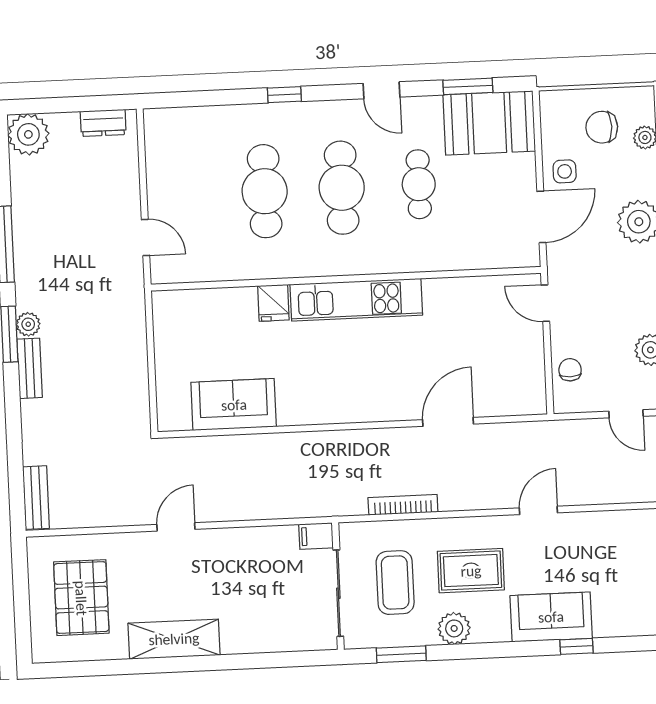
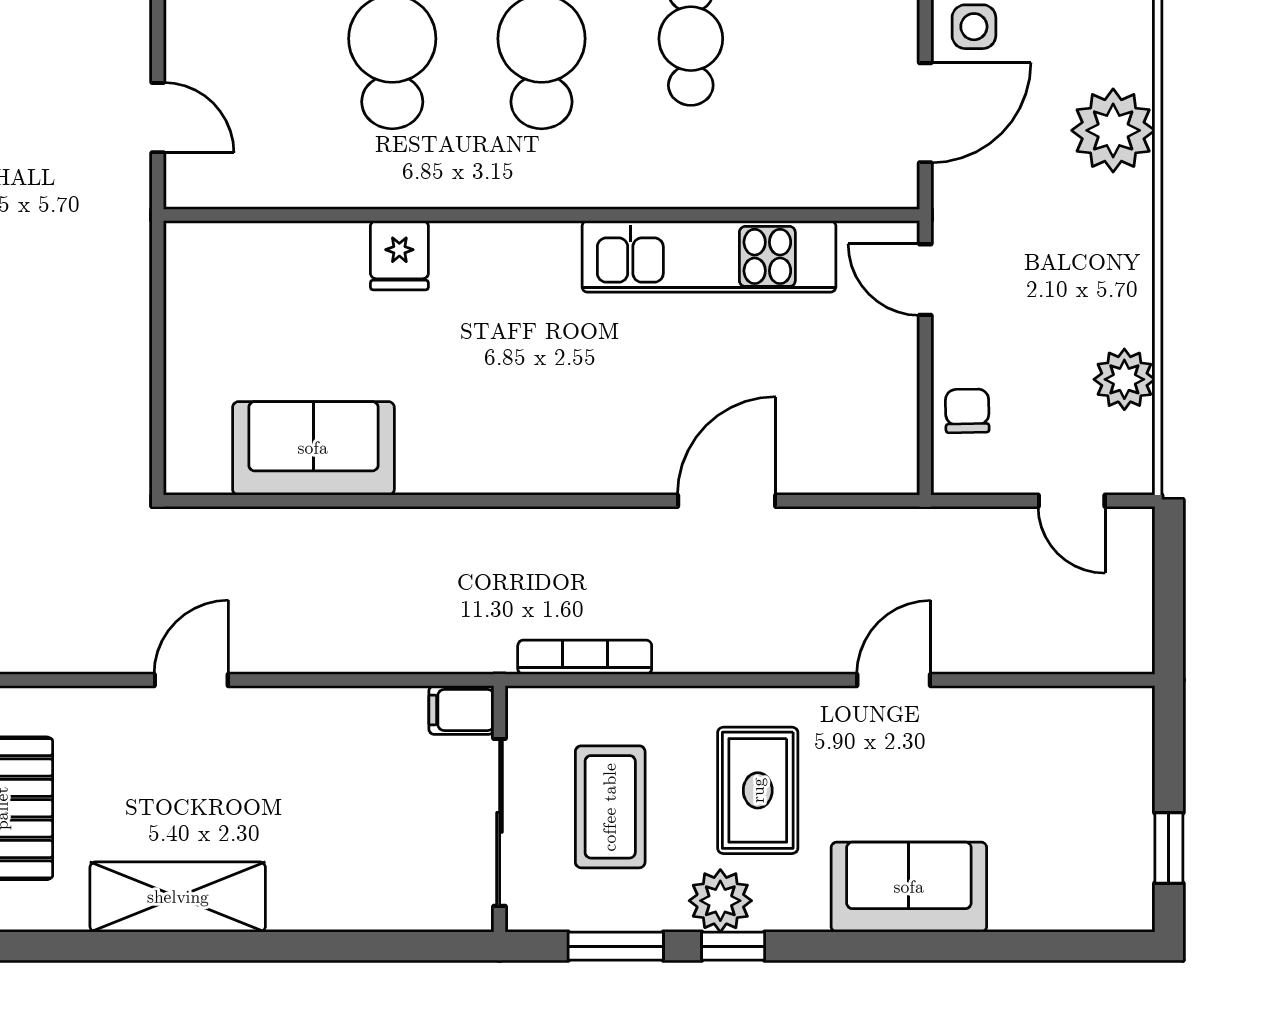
kitchen unit: (356, 300) -> (709, 256), moved
bookcase: (403, 505) -> (585, 657), moved
rug: (471, 571) -> (758, 790), turned 90
window: (576, 646) -> (733, 946), moved

